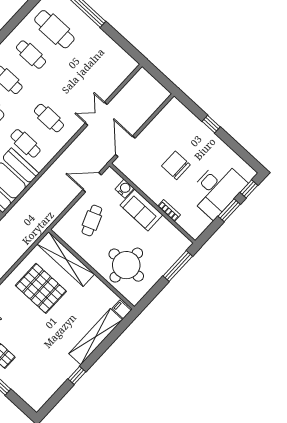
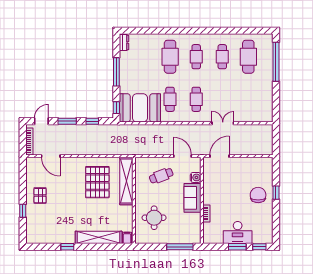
chair: (176, 165) -> (258, 195), moved
desk: (217, 189) -> (238, 233), width x0.73, depth x0.77
round table: (126, 265) -> (154, 218), width x0.73, depth x0.73

